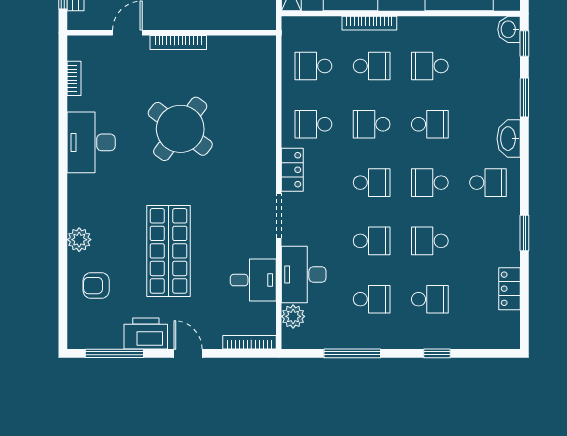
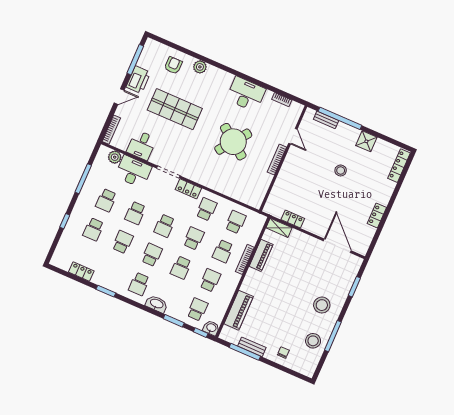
school desk: (488, 66) -> (197, 309), added

